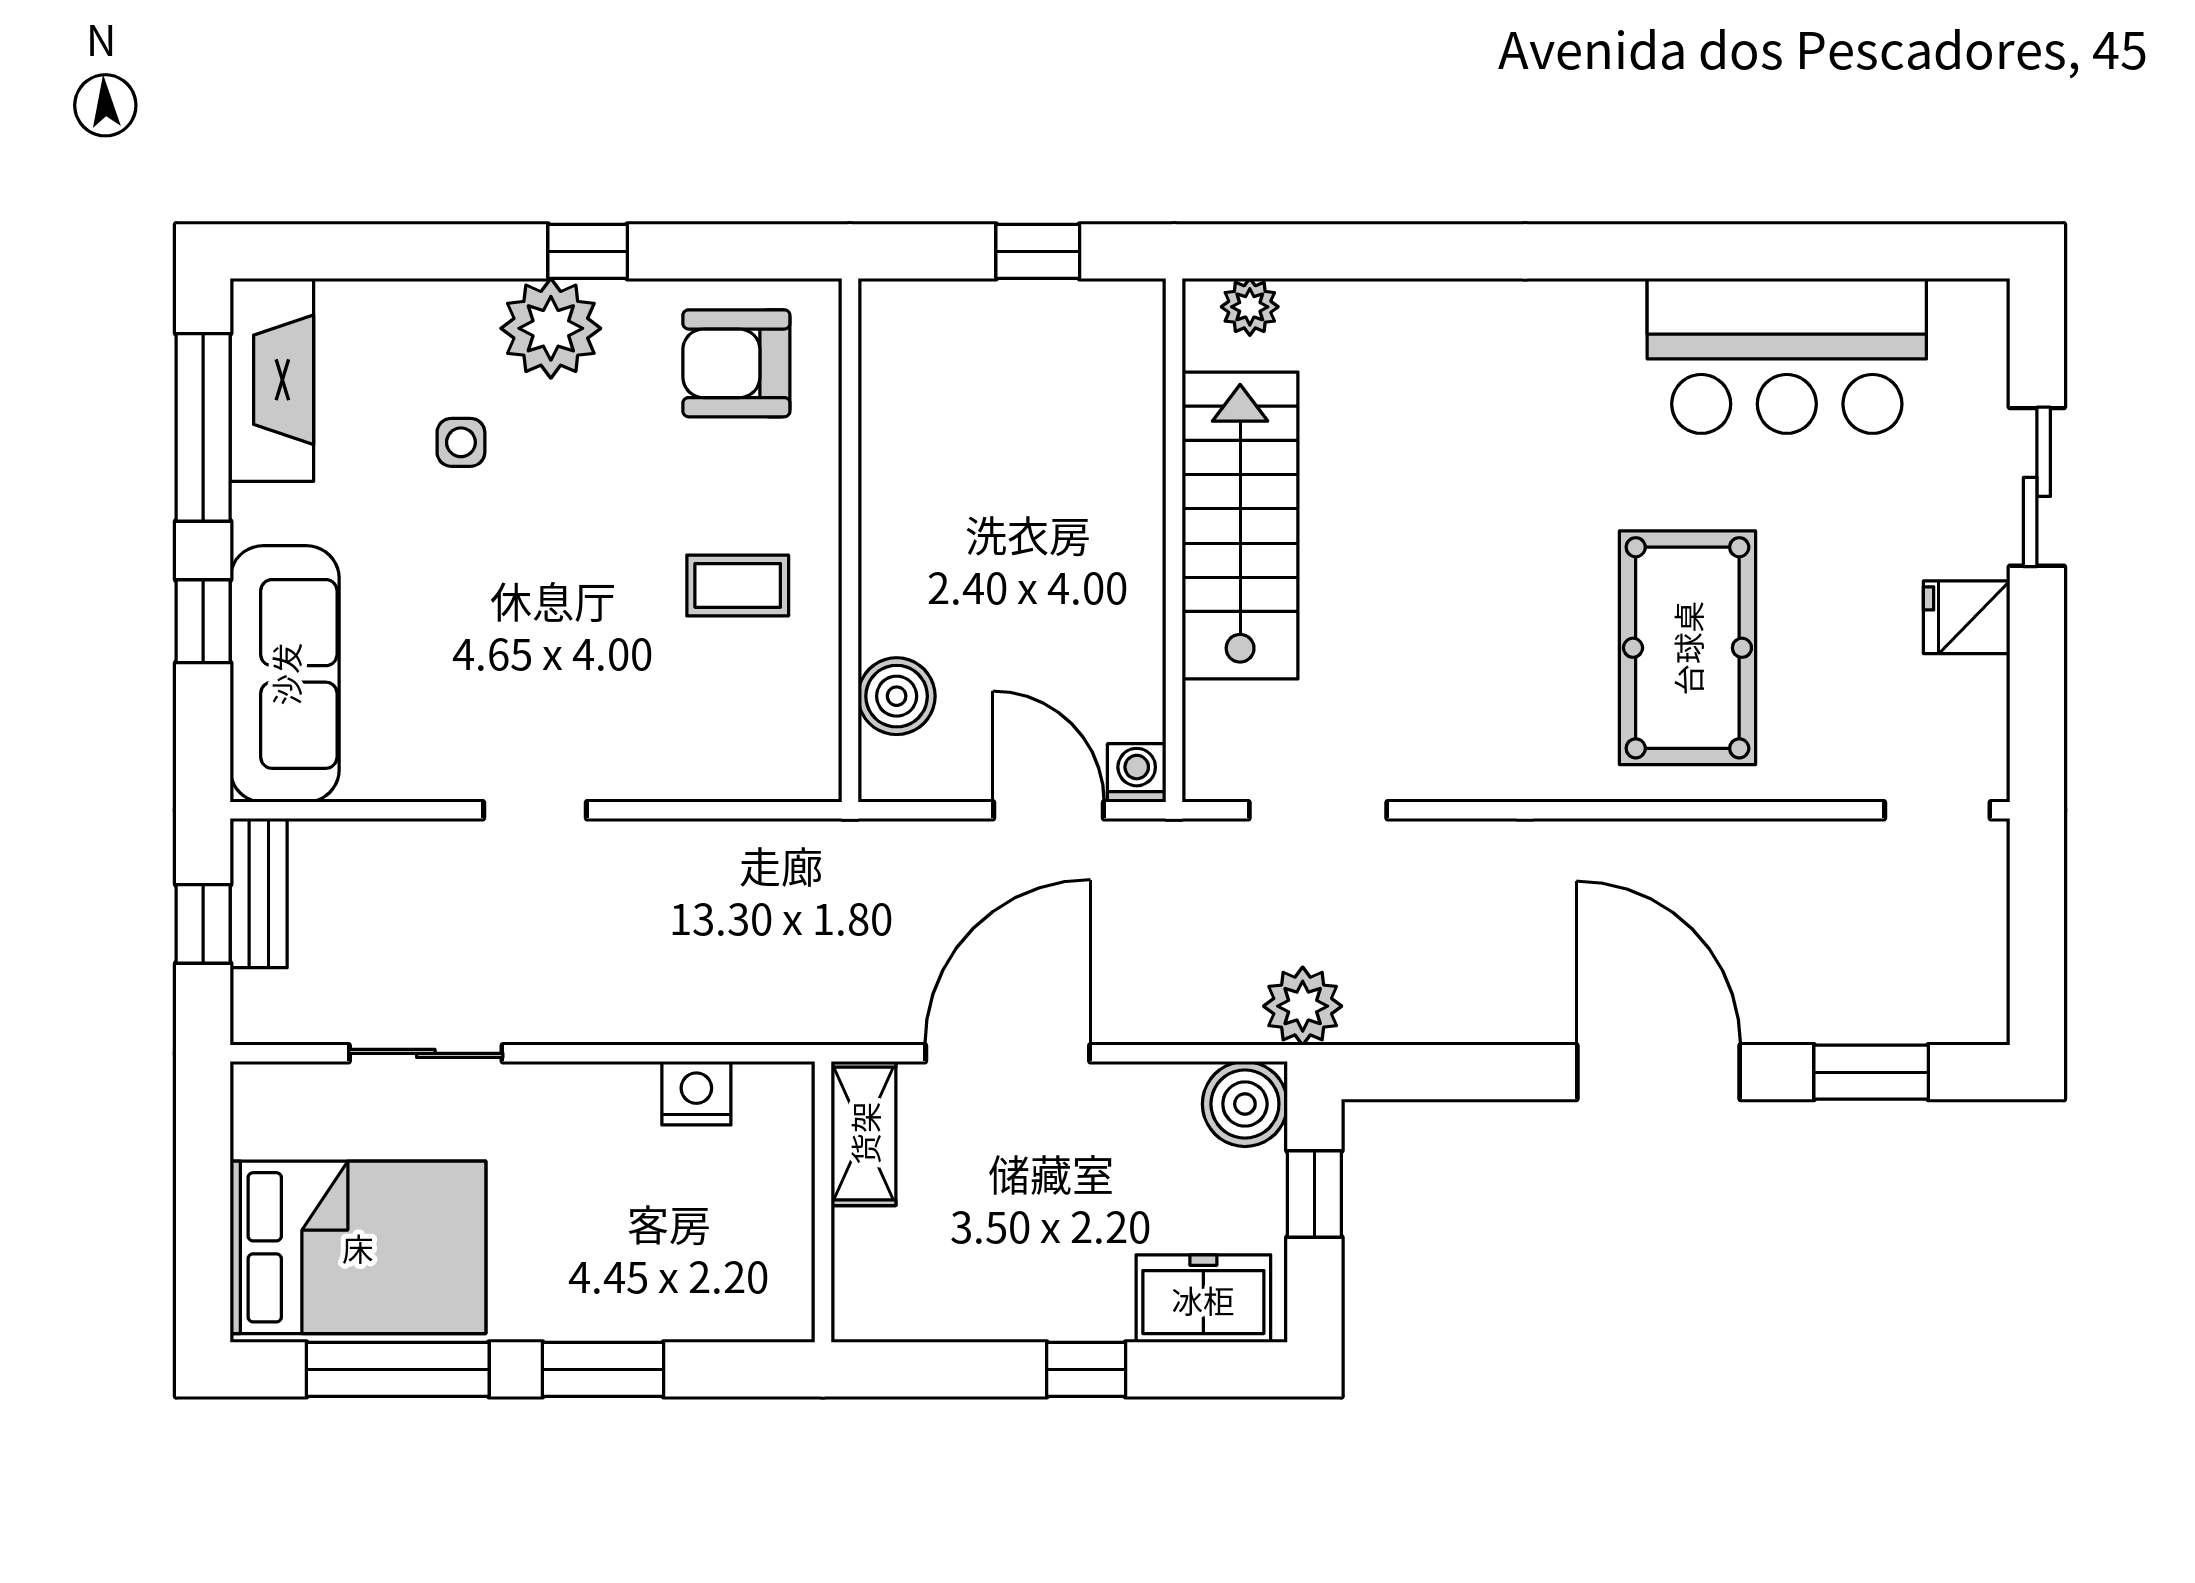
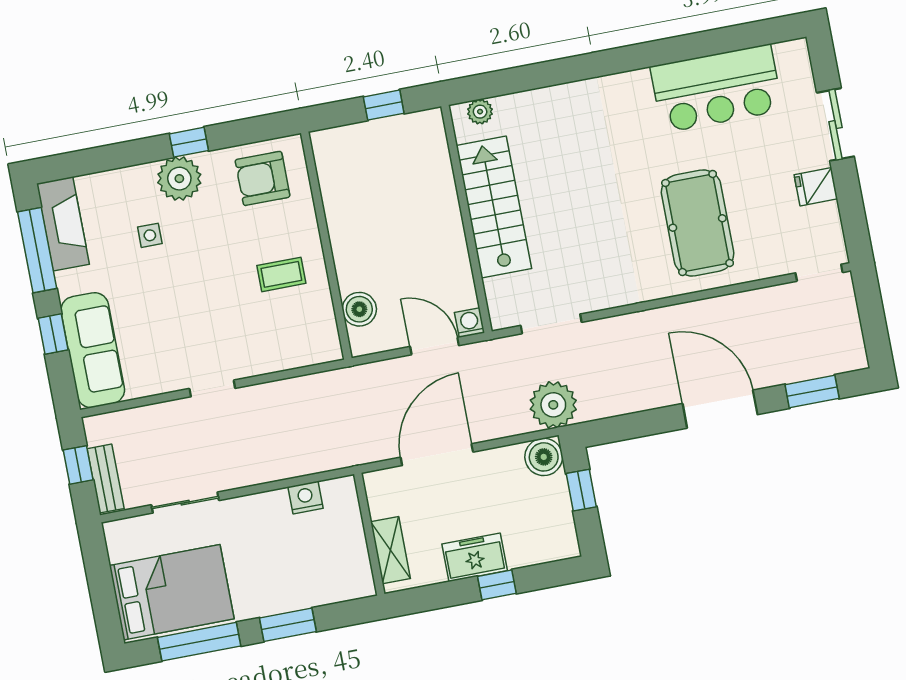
bench: (259, 893) -> (106, 479), moved
plant: (1303, 1006) -> (553, 405), width x1.36, depth x1.36
shelving: (864, 1133) -> (390, 550), moved
freezer: (1203, 1299) -> (475, 557), moved

